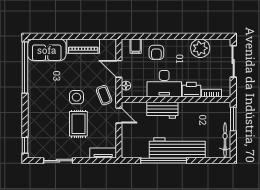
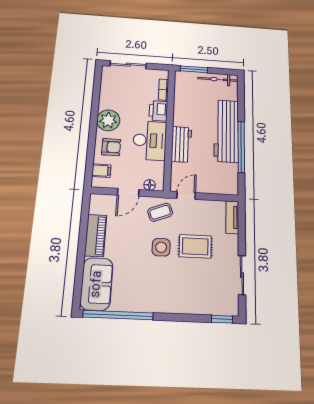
plant: (200, 48) -> (108, 120), moved

